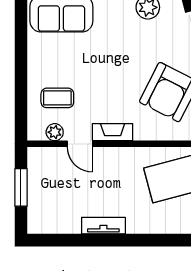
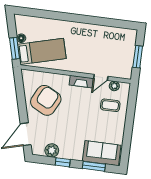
door: (80, 144) -> (101, 77), swing flipped
tv unit: (103, 226) -> (93, 29), removed

